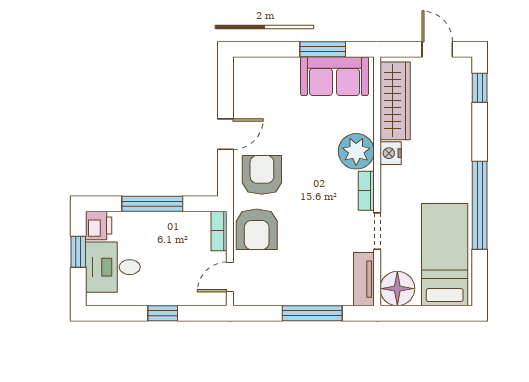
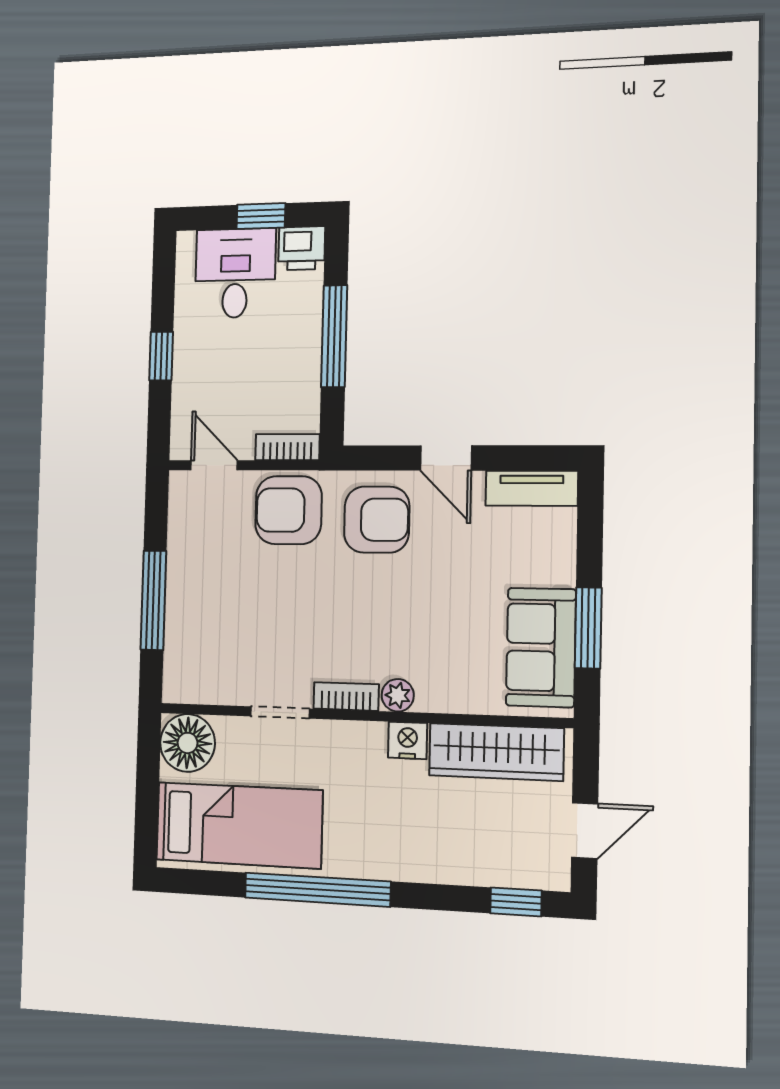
plant: (356, 151) -> (398, 695), width x0.53, depth x0.53
tv unit: (364, 279) -> (532, 488), moved, turned 180

